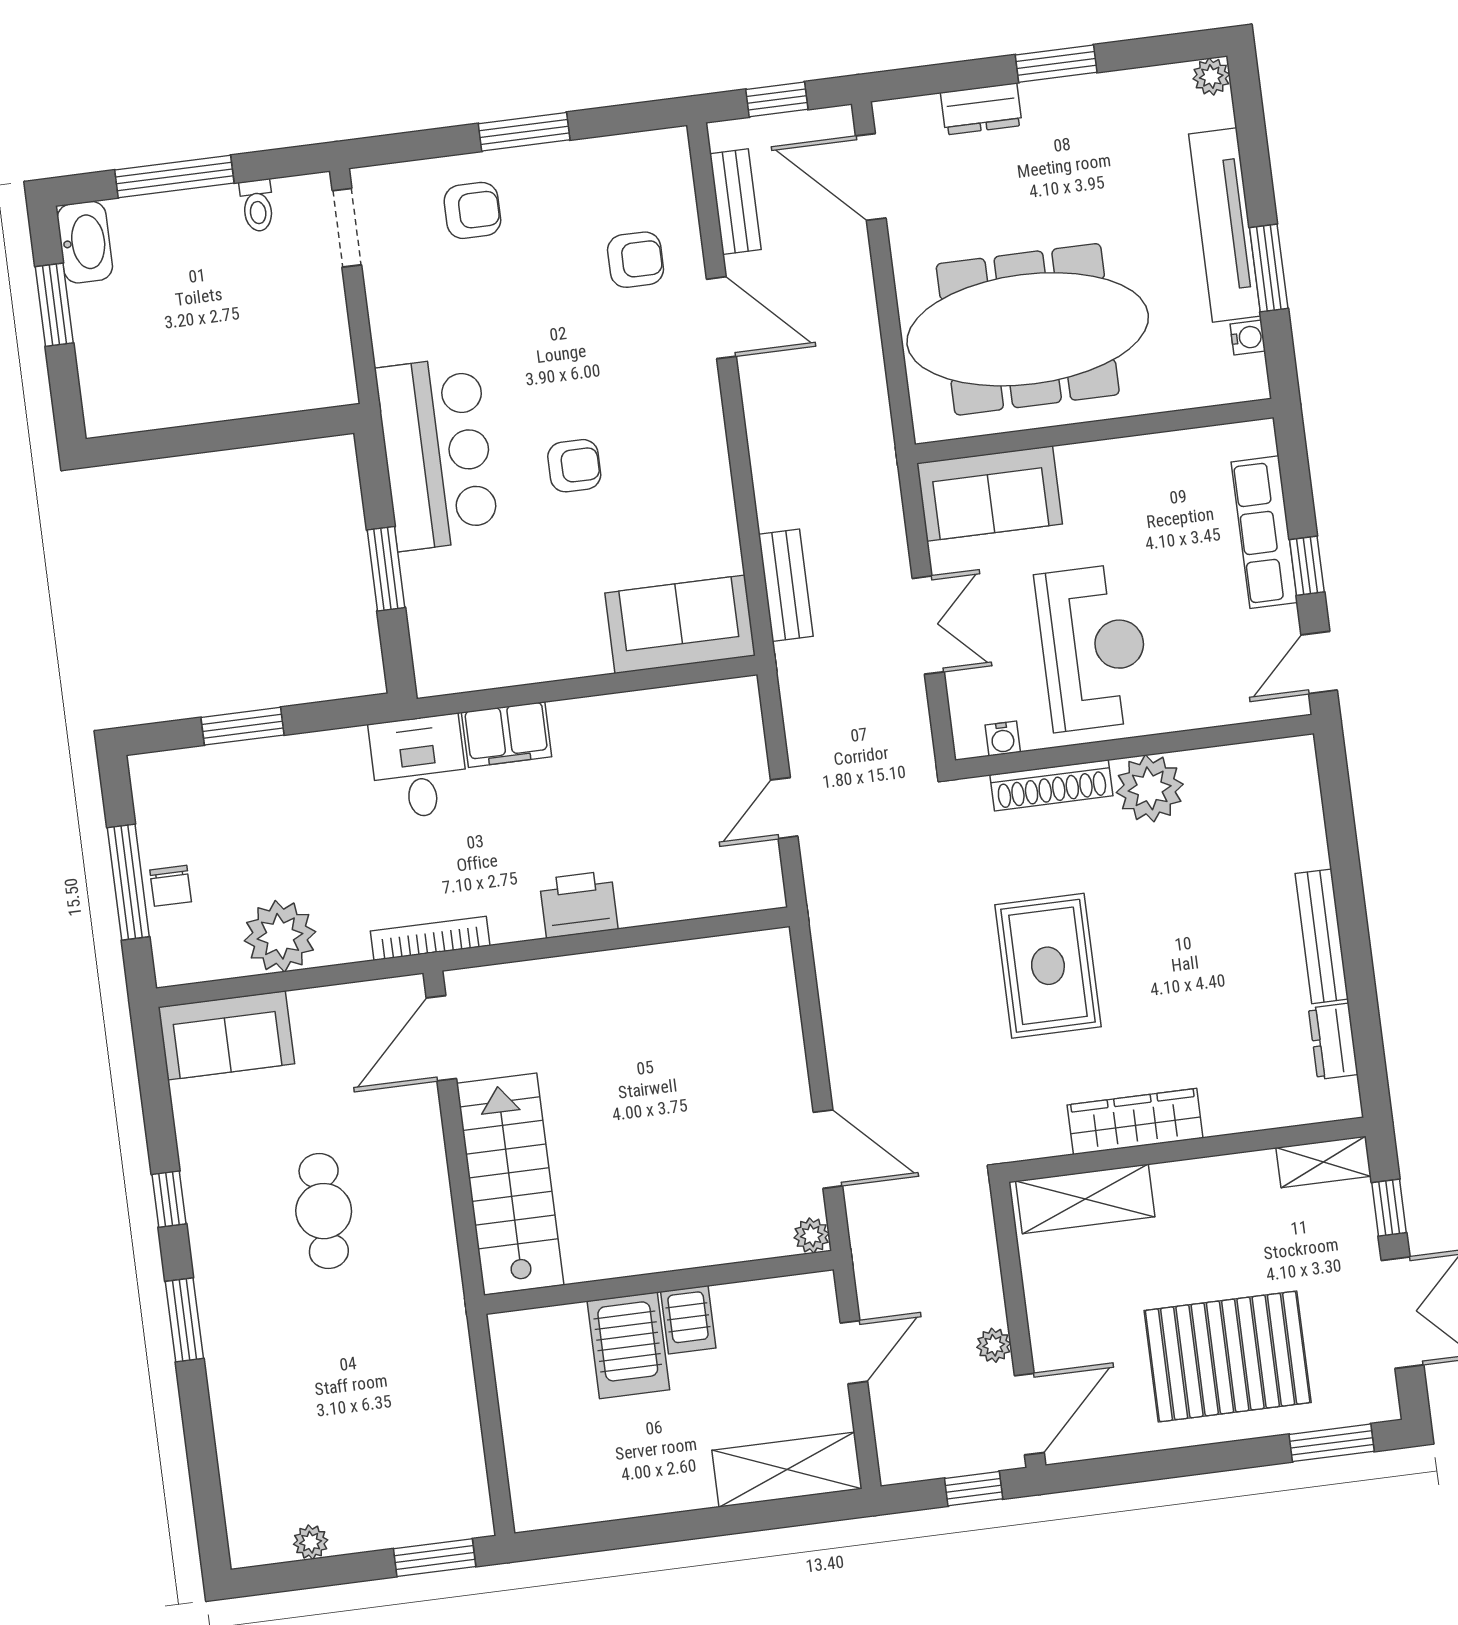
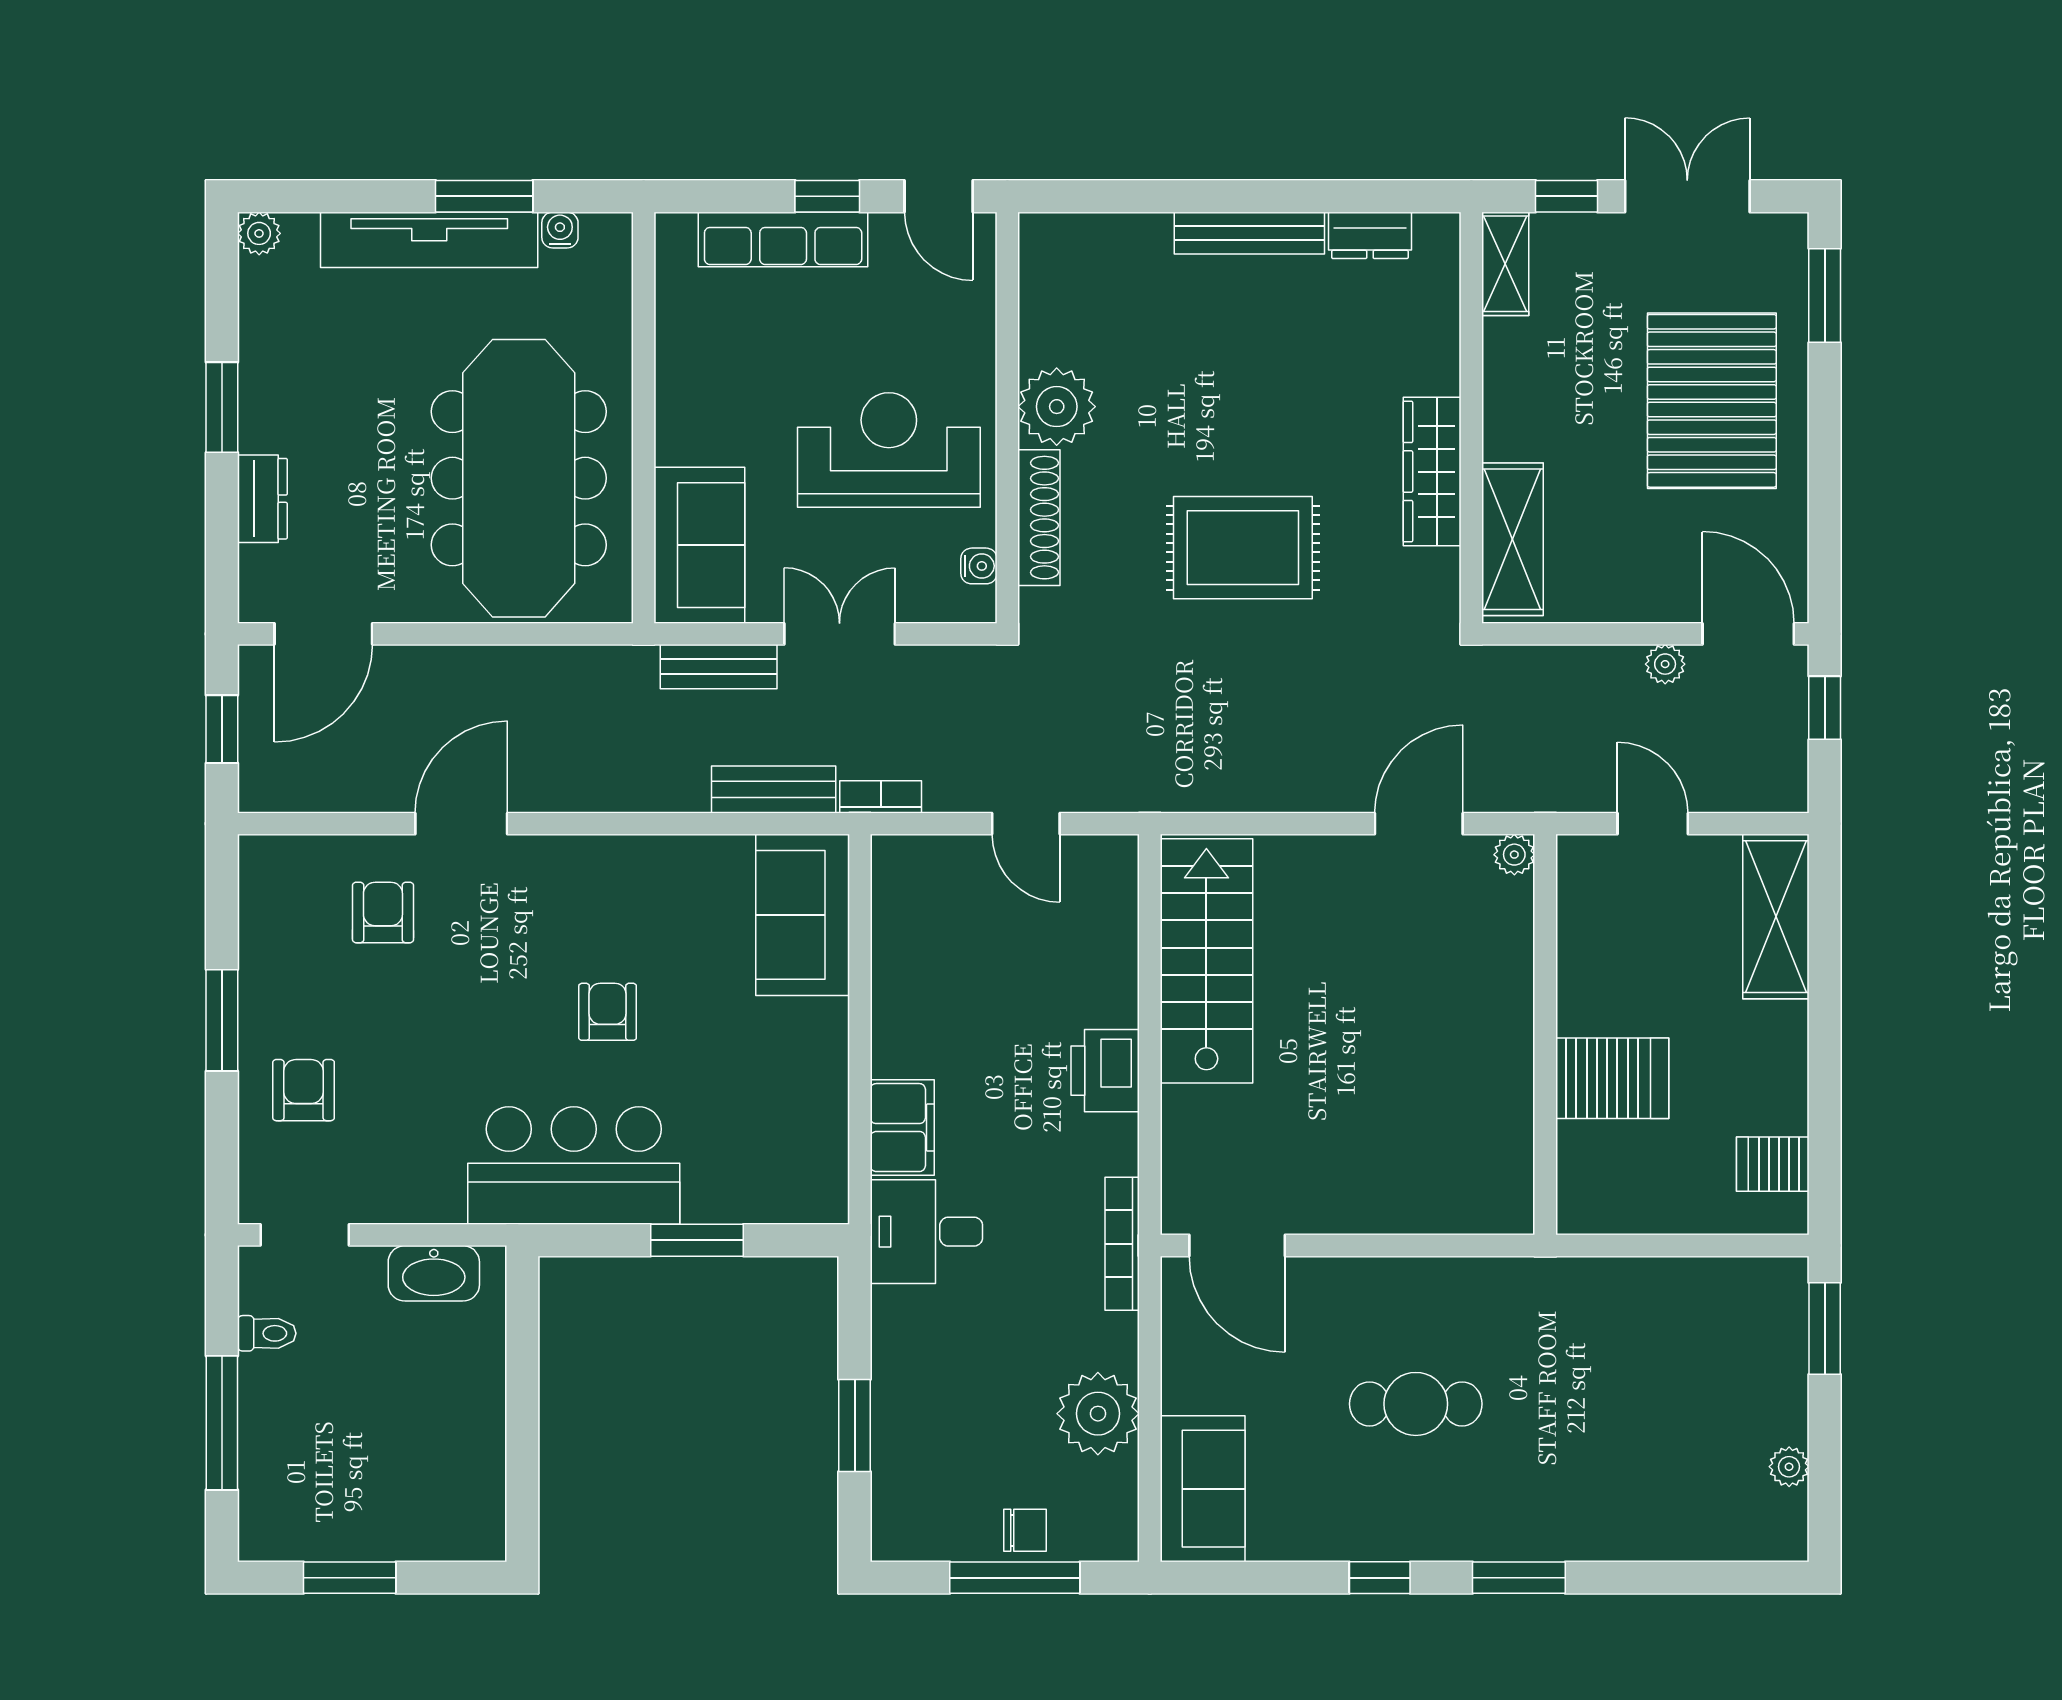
bench: (735, 202) -> (719, 667), moved
washbasin: (85, 242) -> (434, 1273), moved, turned 180
bookcase: (791, 679) -> (881, 797), added
stairs: (510, 1184) -> (1206, 961), moved, turned 90
server rack: (688, 1320) -> (1773, 1164), moved, turned 180

